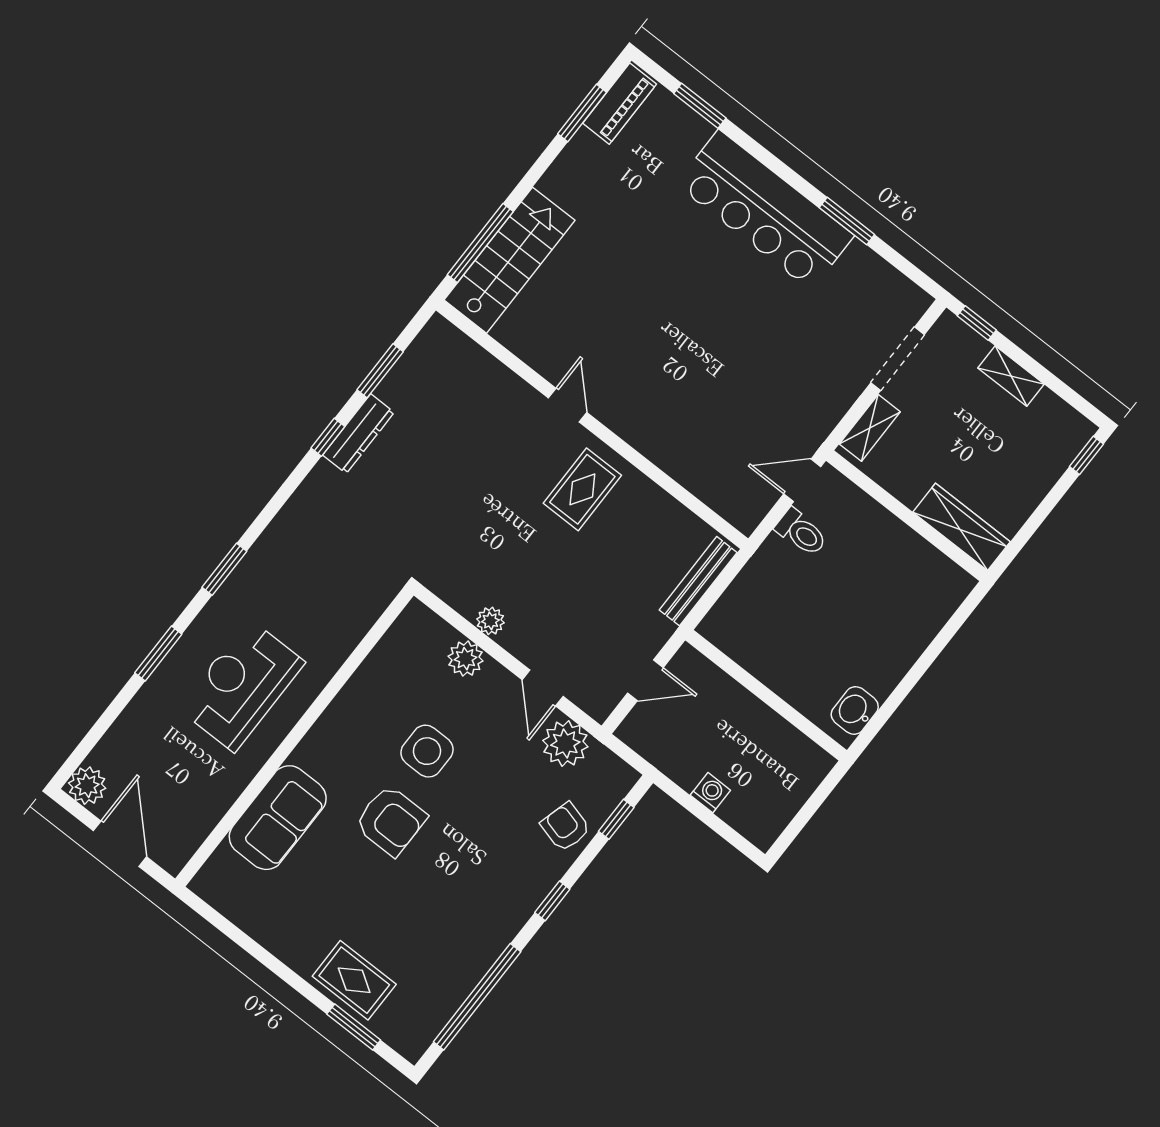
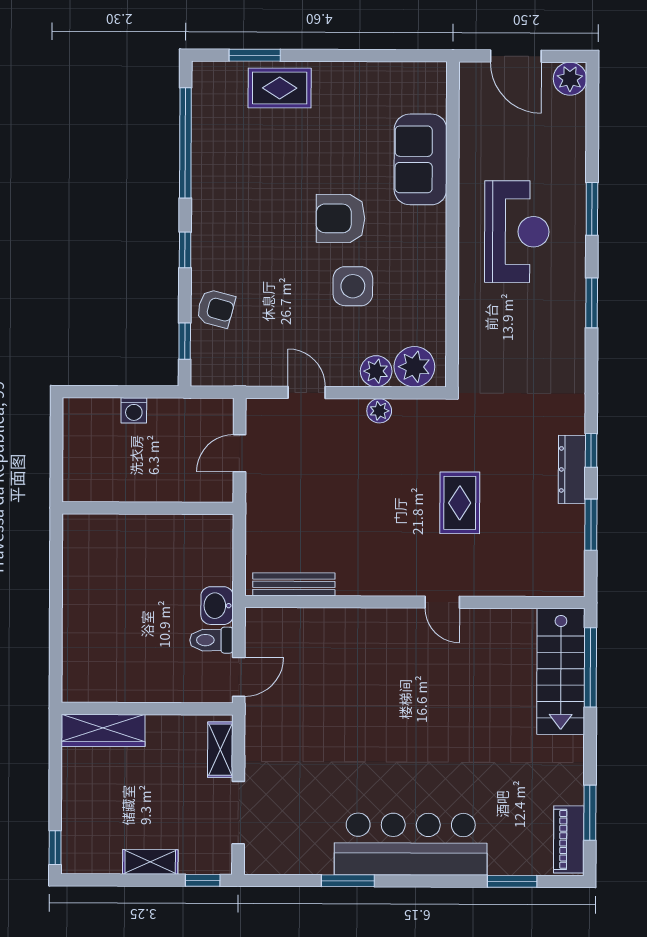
rug: (582, 489) -> (460, 503), moved
bench: (698, 581) -> (294, 584), moved, turned 90
washbasin: (855, 710) -> (217, 606), moved, turned 180
plant: (565, 744) -> (414, 367), moved

